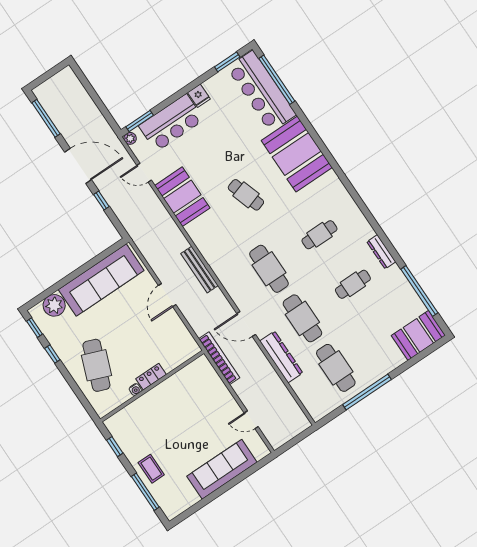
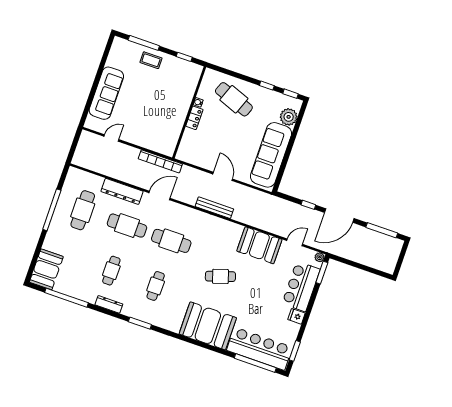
window: (364, 209) -> (140, 323), added
cafe table: (336, 368) -> (83, 210), turned 90

